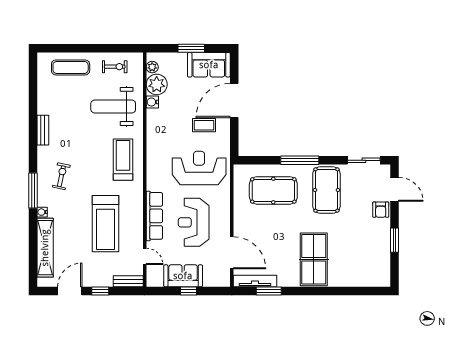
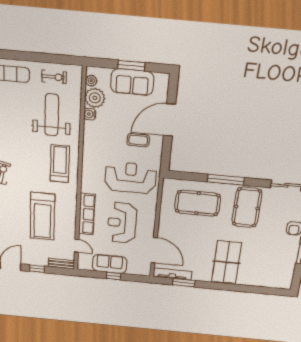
sofa: (209, 65) -> (132, 82), moved
weight bench: (113, 106) -> (52, 115), turned 90

